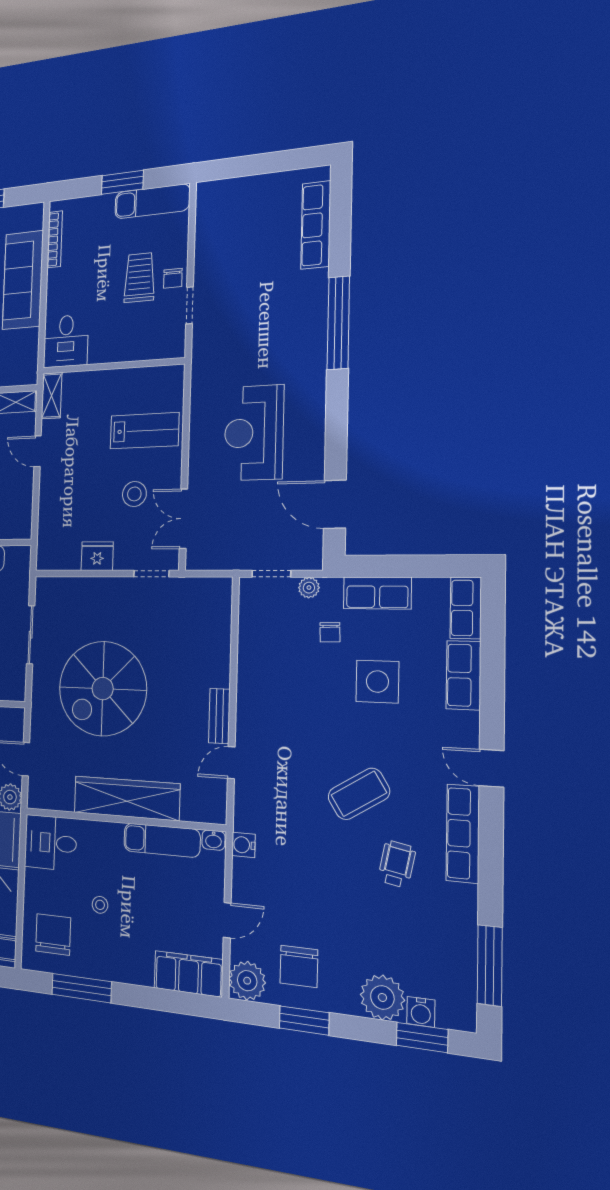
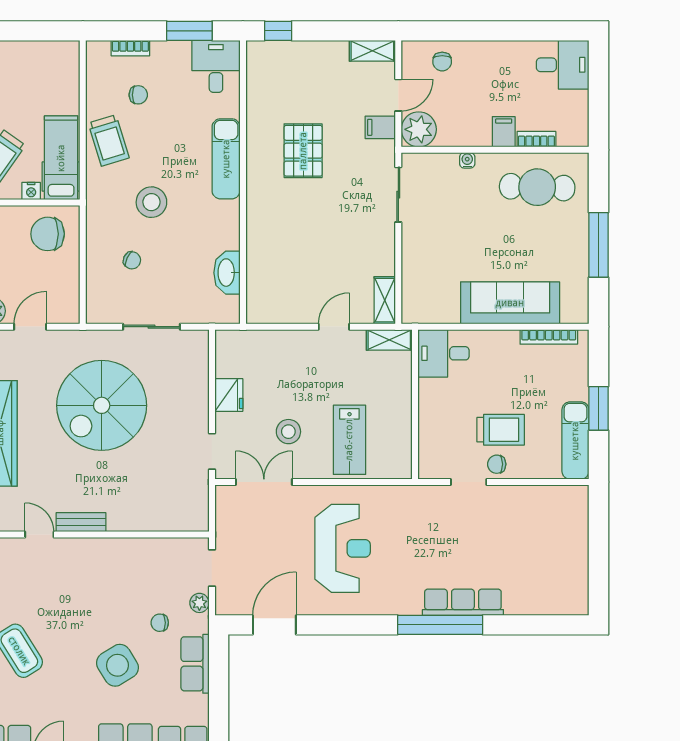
row of seats: (316, 225) -> (463, 602), moved
reception desk: (254, 433) -> (343, 548), turned 90
side table: (377, 682) -> (117, 665), turned -32
spiral stairs: (103, 689) -> (102, 405), turned -90

